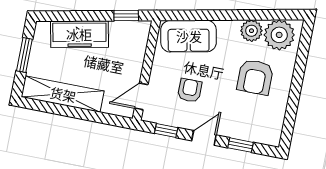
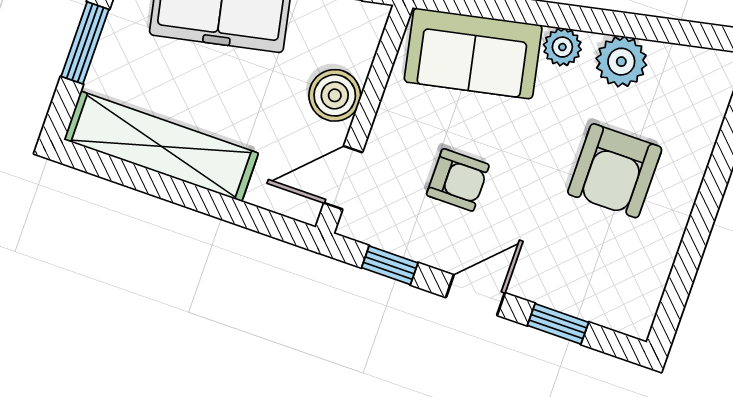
plant: (279, 35) -> (562, 47), moved, width x0.53, depth x0.53
boiler: (133, 62) -> (335, 95), added
armchair: (190, 90) -> (458, 180), turned 90

